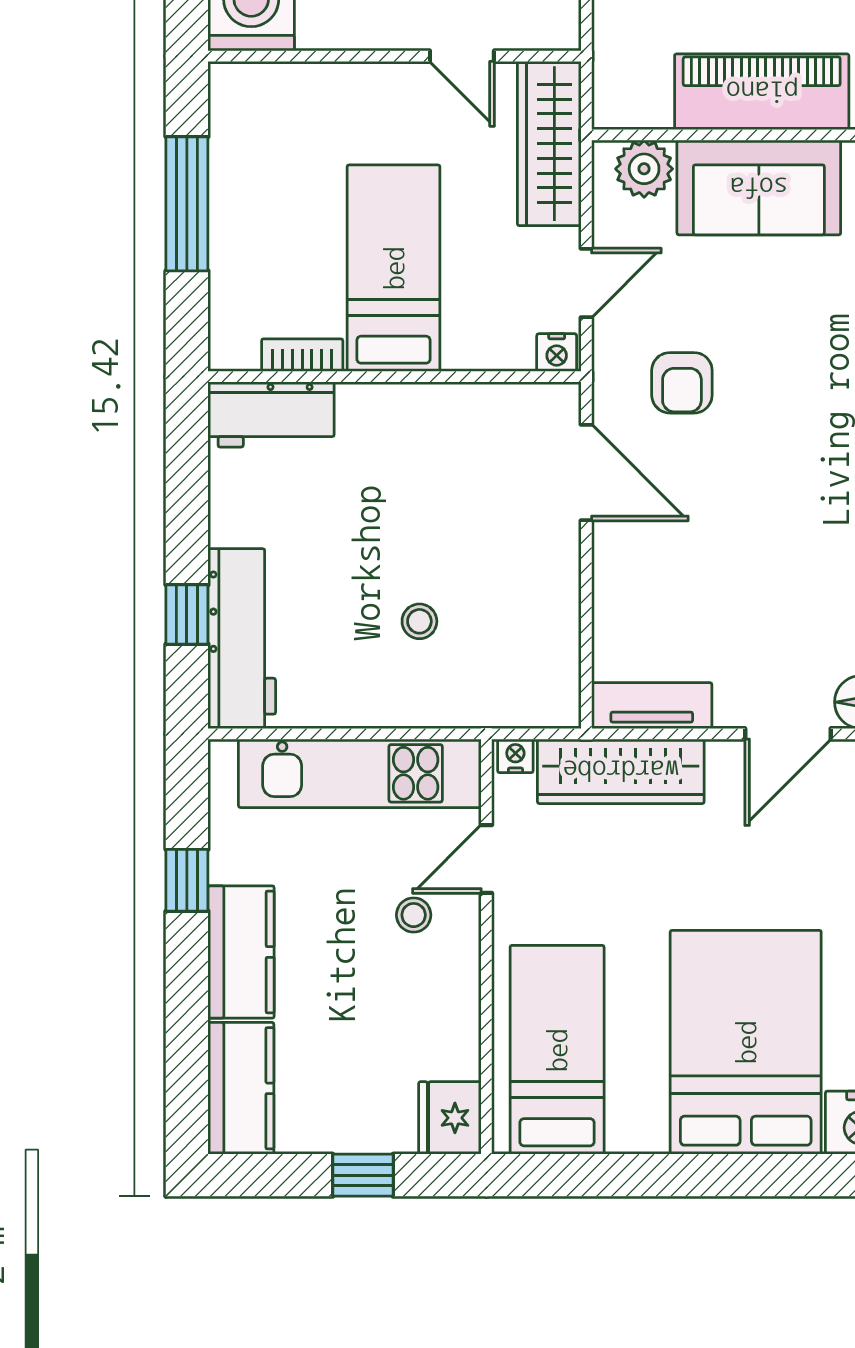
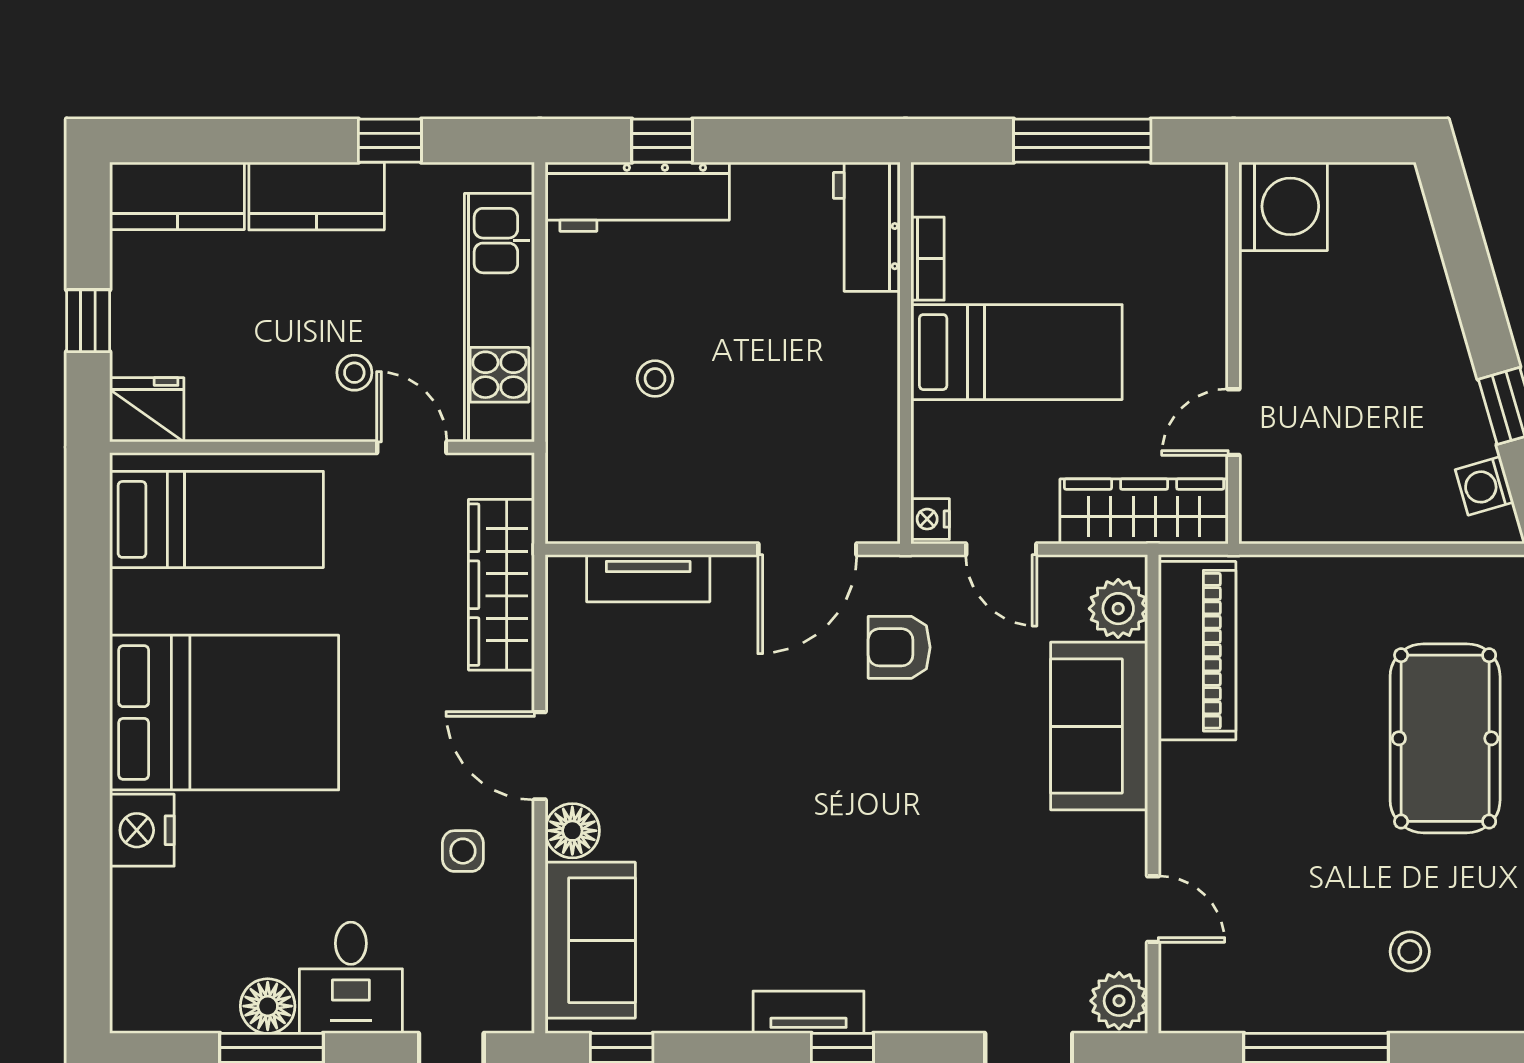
piano: (762, 92) -> (1197, 651), moved
tv unit: (652, 706) -> (648, 578), moved, turned 90
nightstand: (515, 756) -> (517, 477), removed

